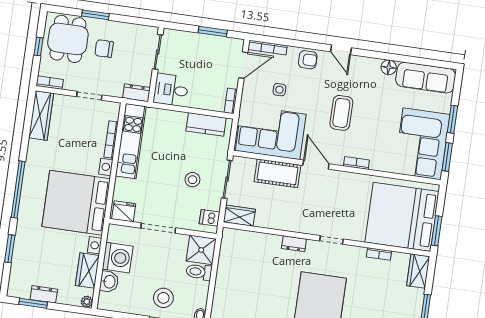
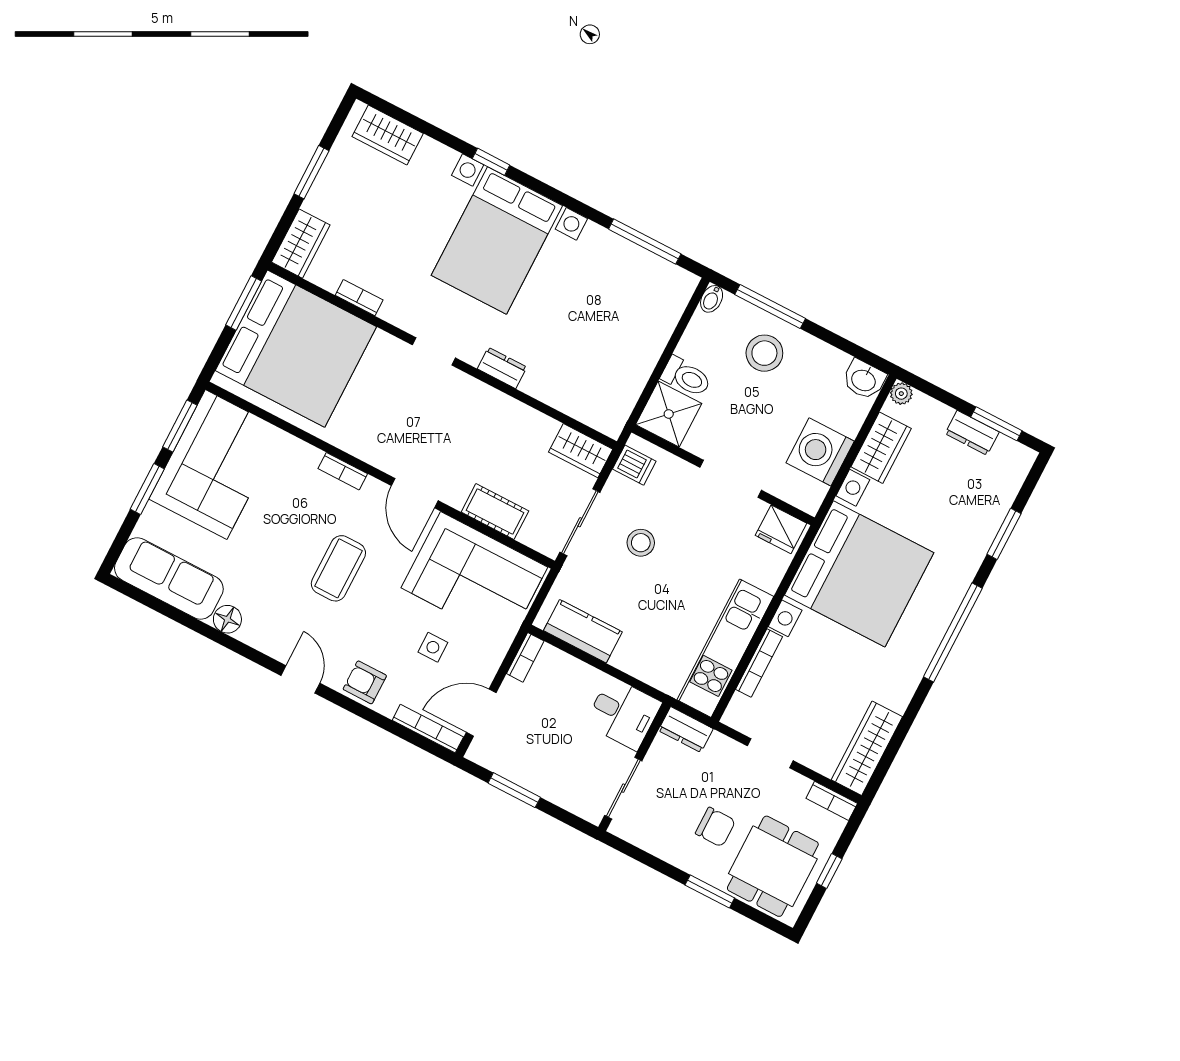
cot: (277, 173) -> (495, 511), width x0.73, depth x0.75
washbasin: (109, 282) -> (864, 380), moved, turned -90

